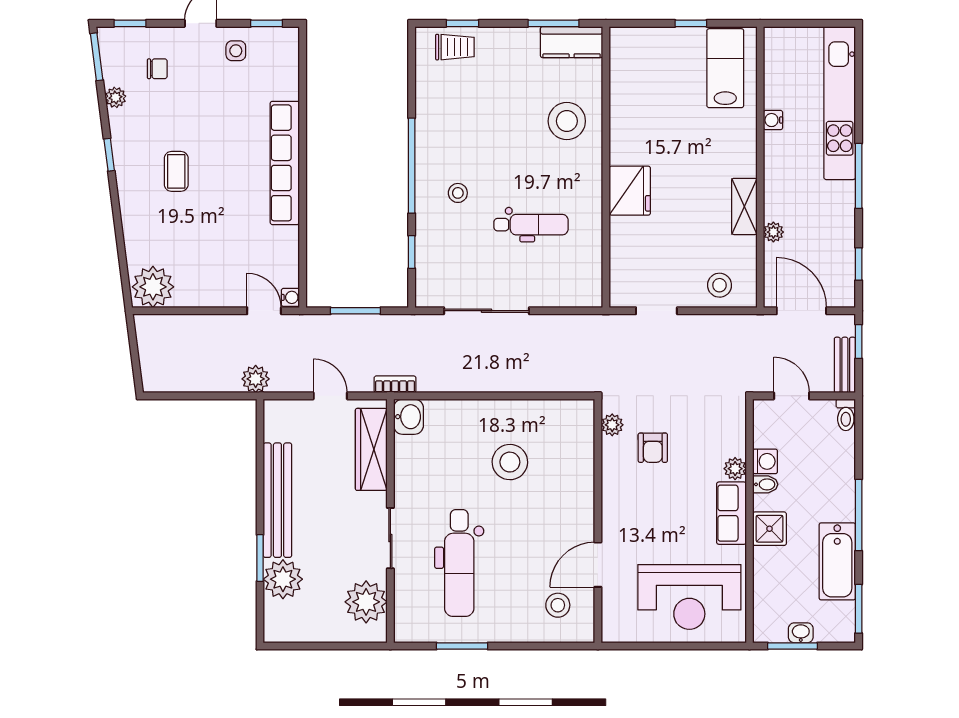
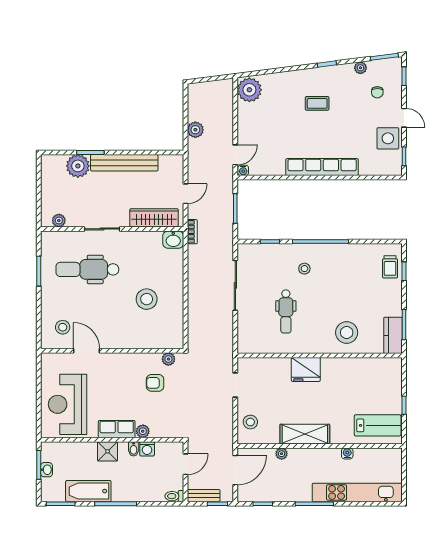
side table: (236, 51) -> (388, 138), width x1.87, depth x1.87
shelving: (744, 206) -> (305, 434), width x1.50, depth x1.33
plant: (256, 379) -> (195, 130), moved
plant: (366, 602) -> (59, 221), width x0.53, depth x0.53

